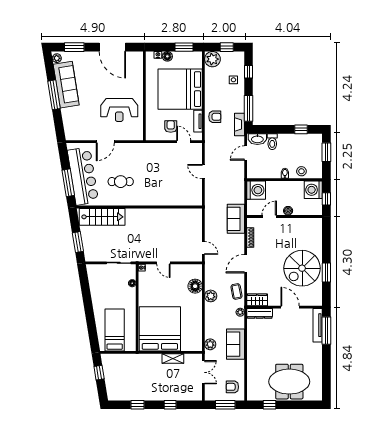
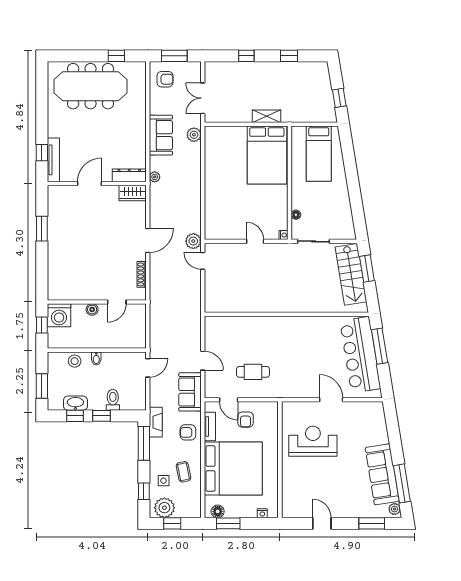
door: (112, 47) -> (322, 523), width x0.53
floor lamp: (167, 56) -> (218, 511), moved
plant: (212, 59) -> (164, 508), moved
window: (54, 95) -> (402, 483), moved
window: (281, 129) -> (101, 416), added
washbasin: (257, 139) -> (75, 403), moved
door: (105, 142) -> (331, 400), hinge flipped
door: (246, 153) -> (148, 368), moved
cafe table: (121, 182) -> (253, 372), moved
washing machine: (256, 190) -> (134, 336), removed
washing machine: (313, 190) -> (59, 315), moved, turned 90
stairs: (102, 217) -> (351, 274), moved, turned -99
sofa: (236, 219) -> (190, 392), moved, turned 180
spiral stairs: (302, 268) -> (74, 234), removed
floor lamp: (195, 286) -> (214, 211), removed
coffee table: (236, 291) -> (184, 472), moved
plant: (211, 296) -> (193, 241), moved
door: (290, 307) -> (90, 184), swing flipped
bed: (160, 329) -> (267, 155), width x0.73
window: (326, 331) -> (42, 153), width x0.46
shelving: (173, 358) -> (267, 116), moved
meeting table: (289, 382) -> (91, 86), width x1.36

